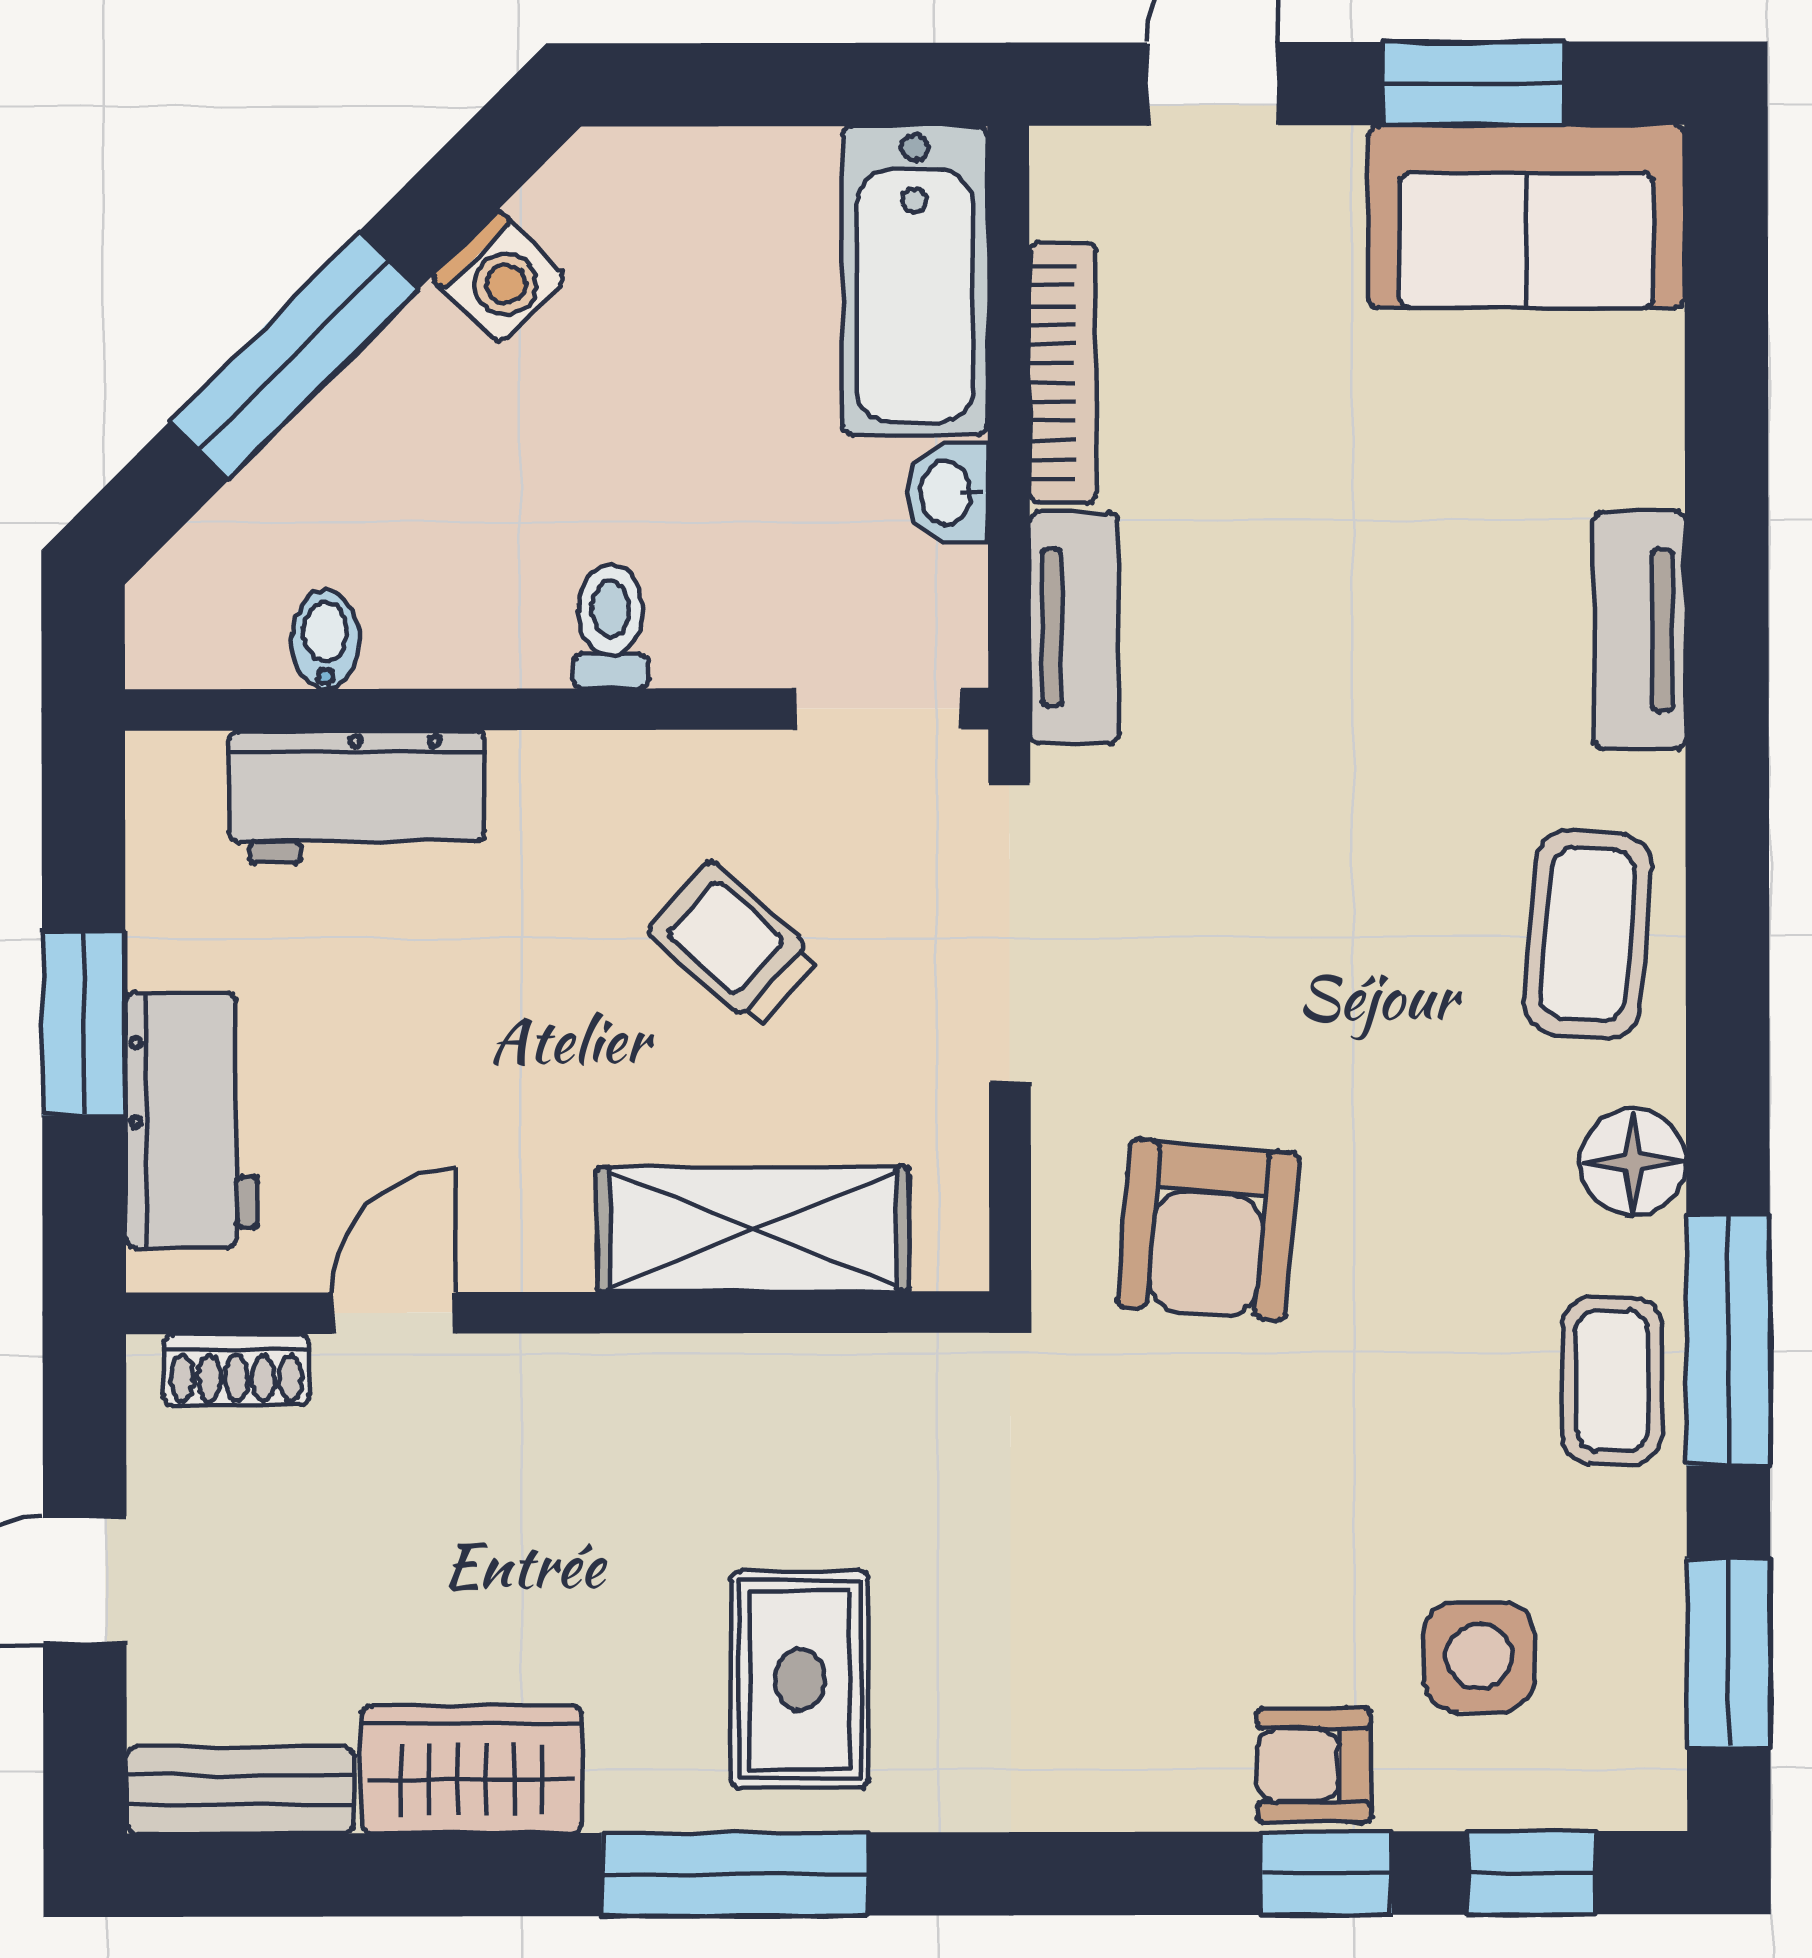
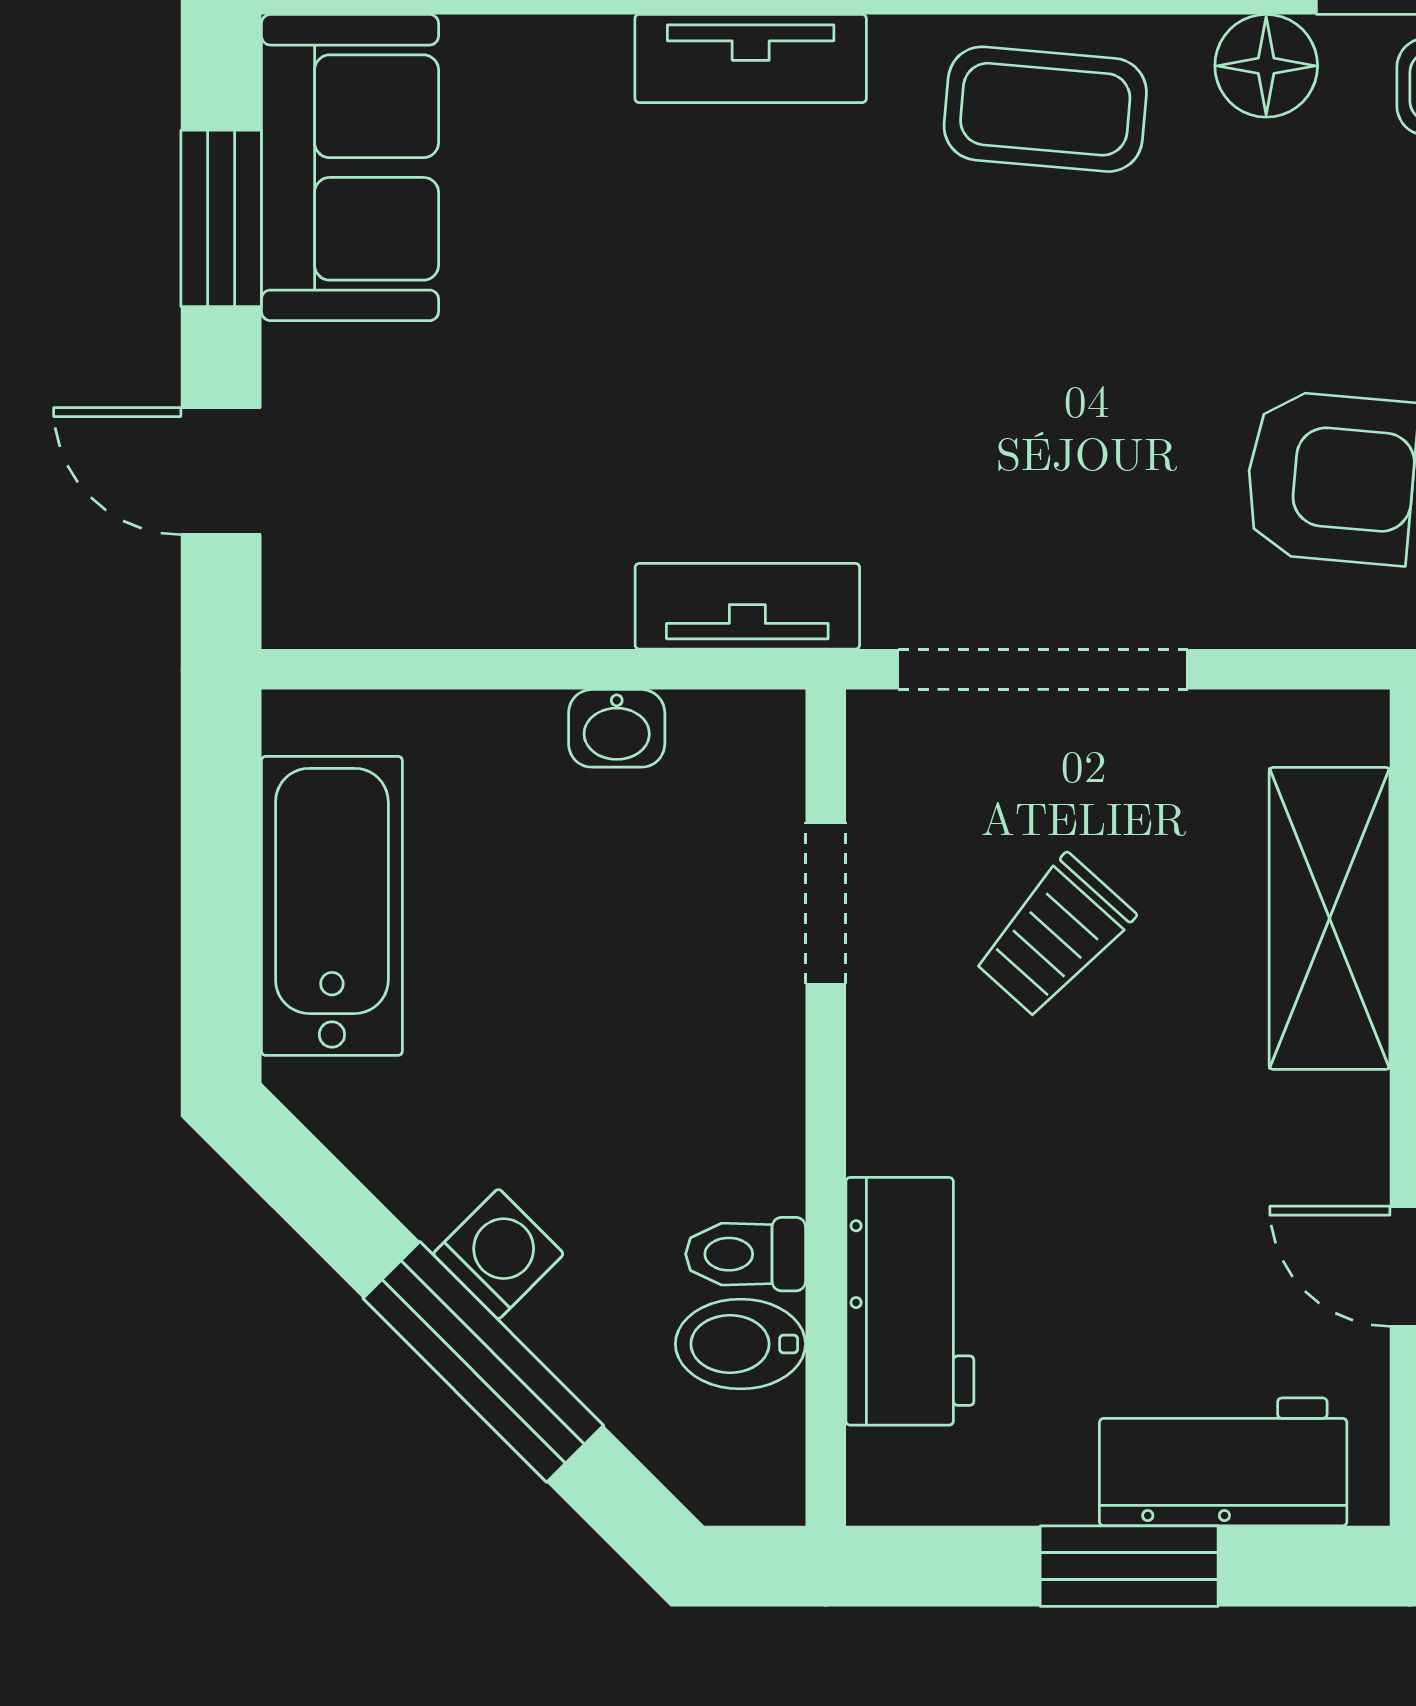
washing machine: (499, 277) -> (498, 1254), moved
bathtub: (915, 280) -> (332, 906), moved, turned -90
bookcase: (1063, 373) -> (501, 617), removed
toilet: (611, 626) -> (746, 1254), moved
bidet: (325, 639) -> (740, 1344), width x1.38, depth x1.36
doorway: (878, 709) -> (826, 903), moved

